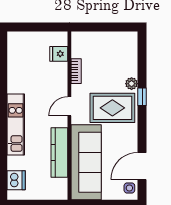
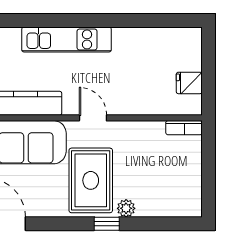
fridge: (59, 54) -> (189, 83), moved, turned -90
bookcase: (76, 71) -> (184, 128), moved

